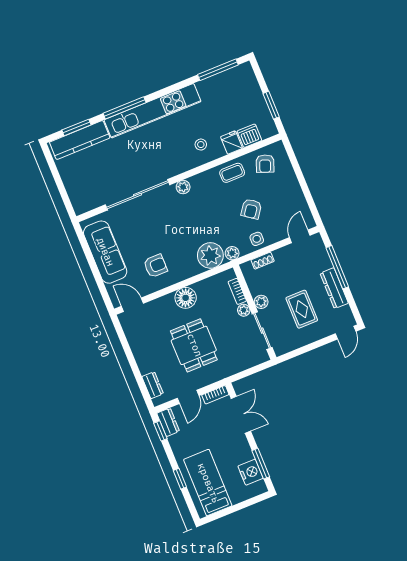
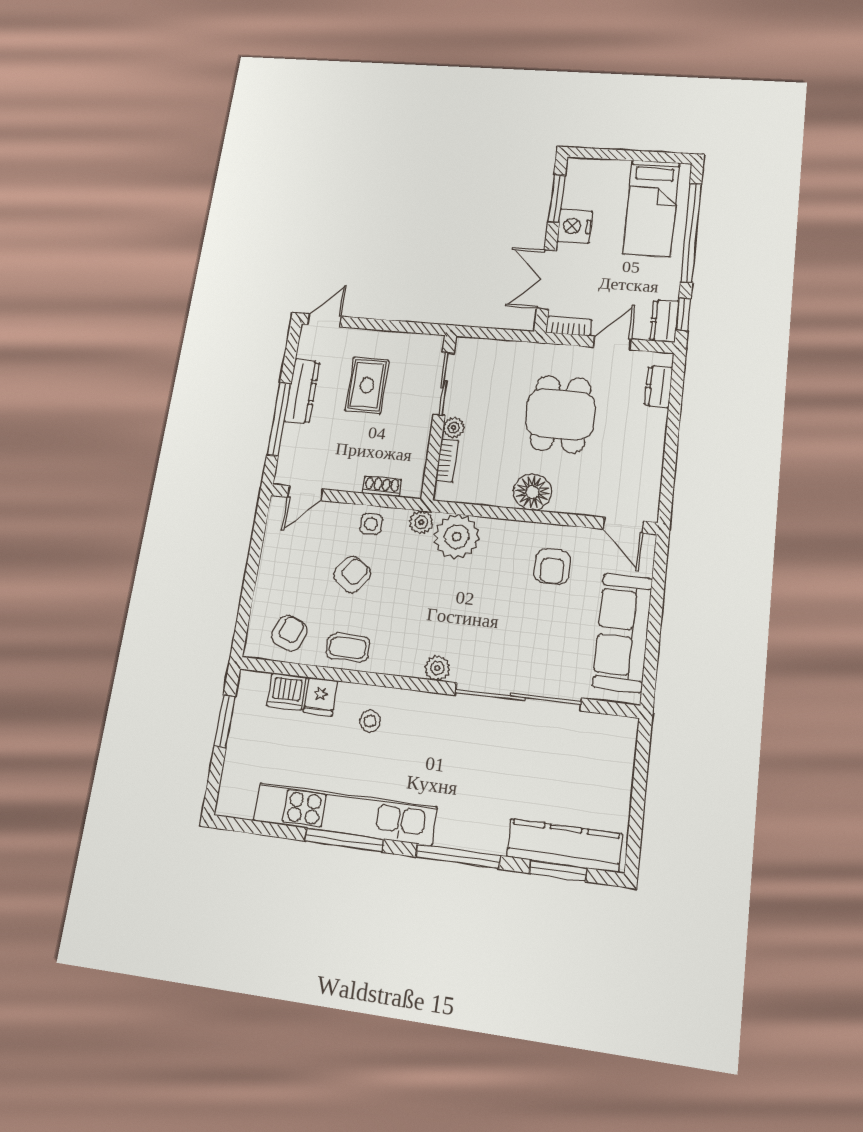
window: (218, 70) -> (344, 840), moved
kitchen unit: (153, 111) -> (345, 814), moved
armchair: (155, 266) -> (552, 566), turned -90
plant: (261, 302) -> (420, 426), removed
nightstand: (251, 472) -> (575, 226), moved
window: (180, 479) -> (691, 232), width x3.17

